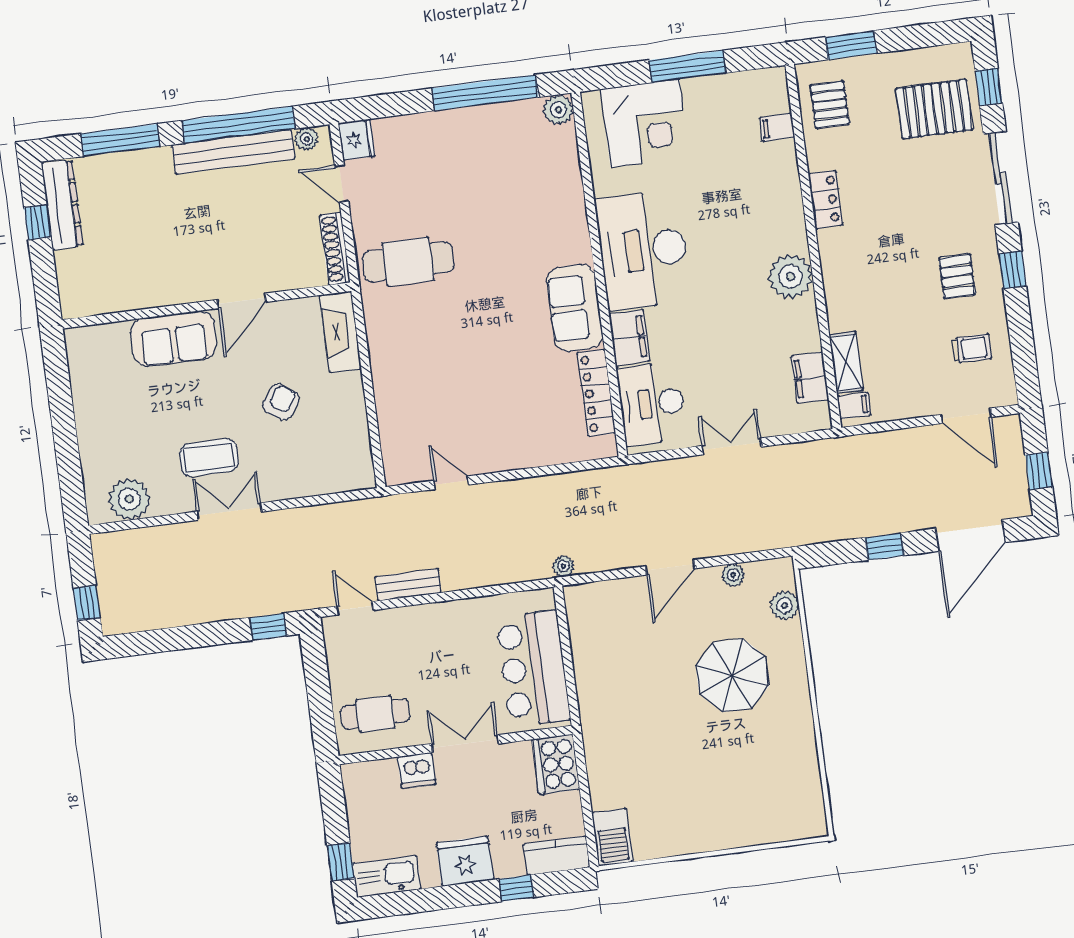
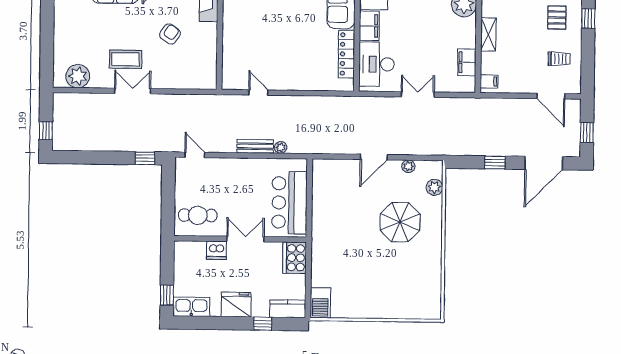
shelving: (846, 363) -> (488, 34), moved
plant: (563, 566) -> (281, 147), moved
bench: (408, 585) -> (255, 146), moved

